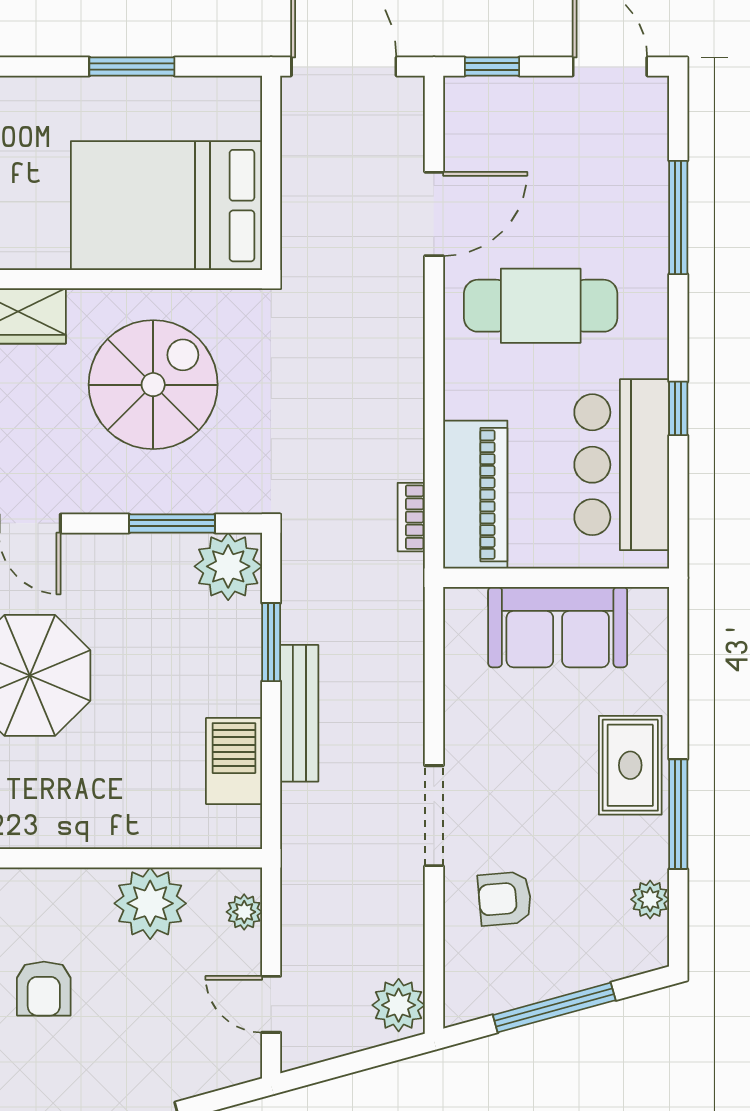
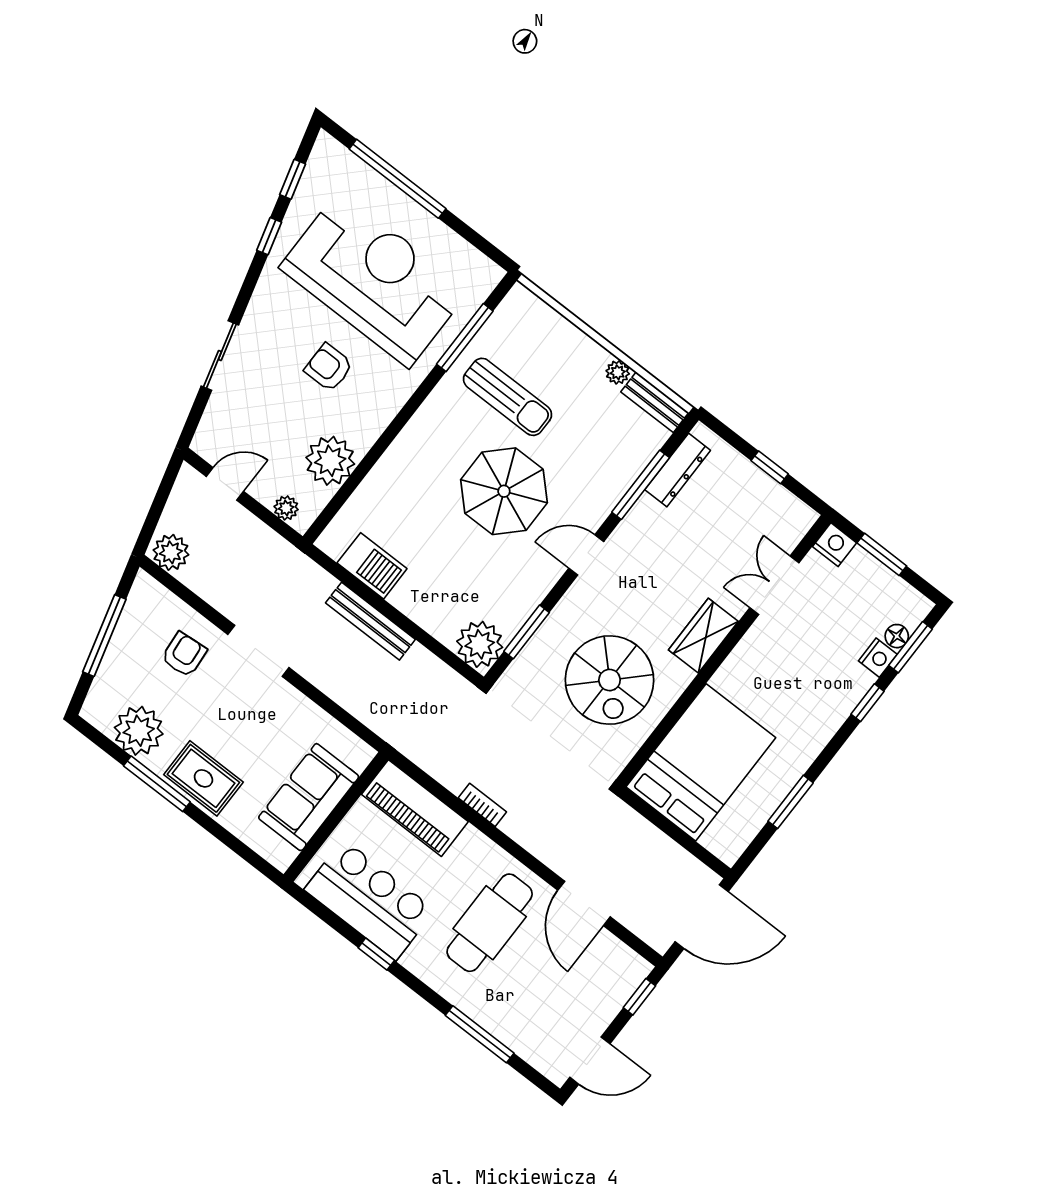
bookcase: (411, 517) -> (482, 805), moved
window: (271, 642) -> (421, 636), removed
plant: (650, 899) -> (139, 731), width x1.87, depth x1.87

